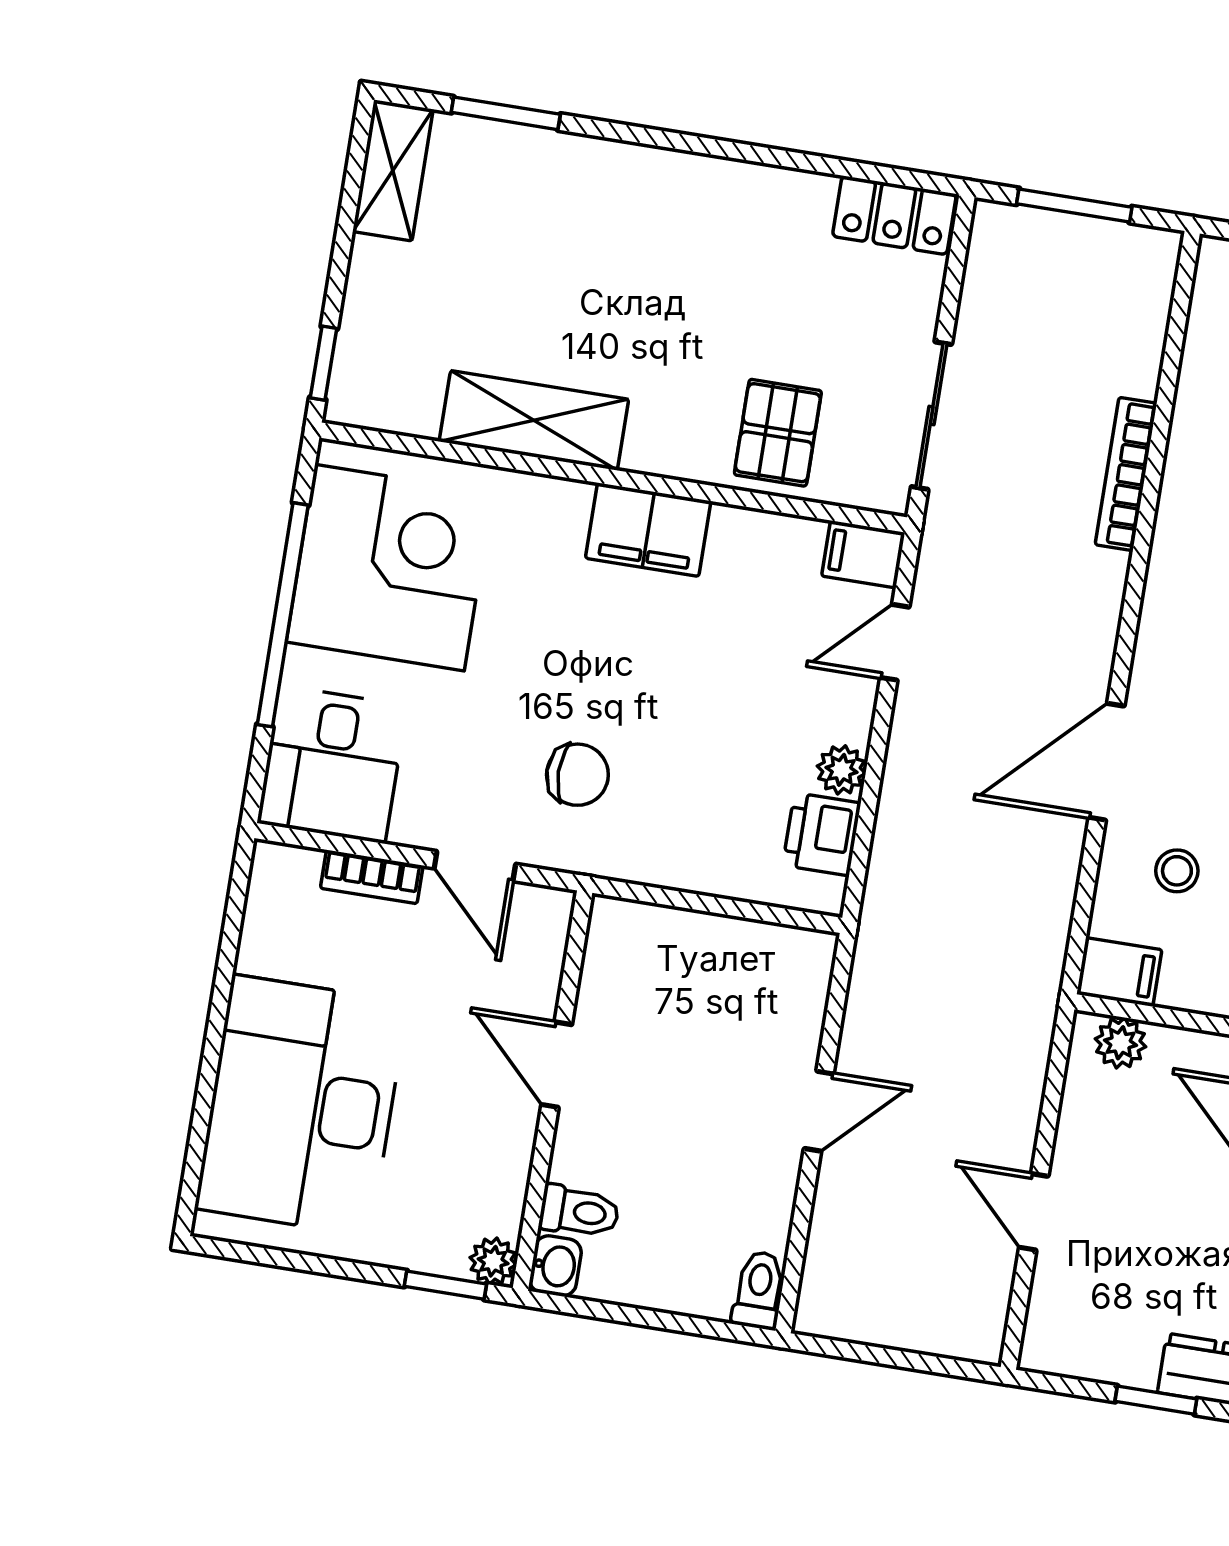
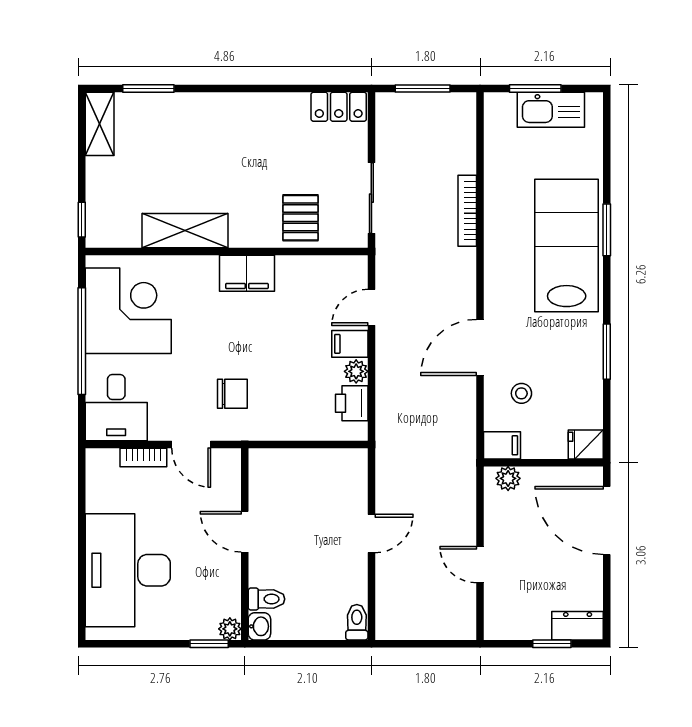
filing cabinet: (863, 554) -> (350, 344), moved

